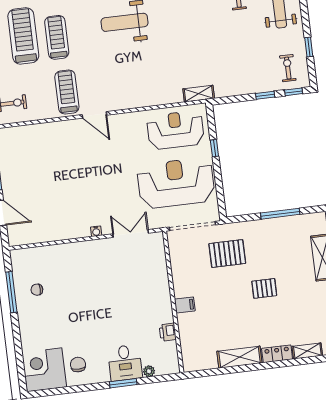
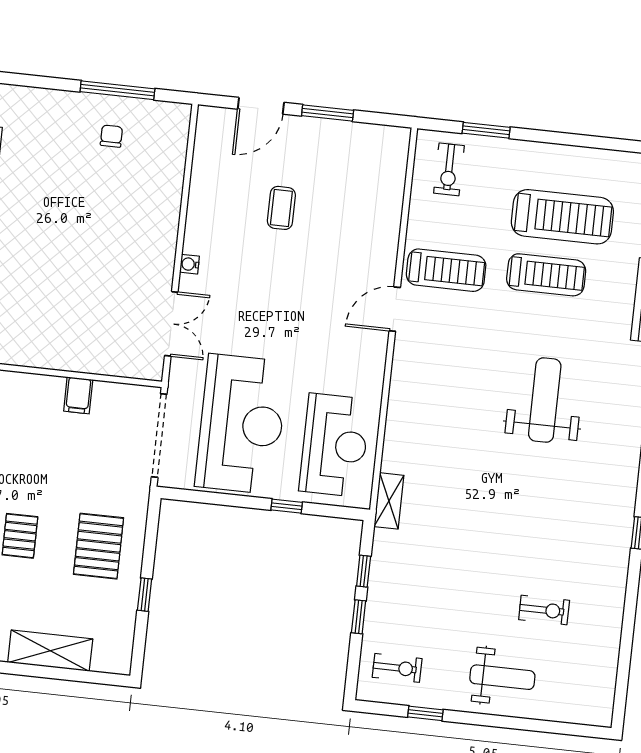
window: (294, 92) -> (364, 571), moved
coffee table: (54, 189) -> (281, 208), added
window: (280, 214) -> (145, 595), width x0.46
pallet: (227, 254) -> (99, 546), moved
filing cabinet: (185, 305) -> (78, 395), moved

